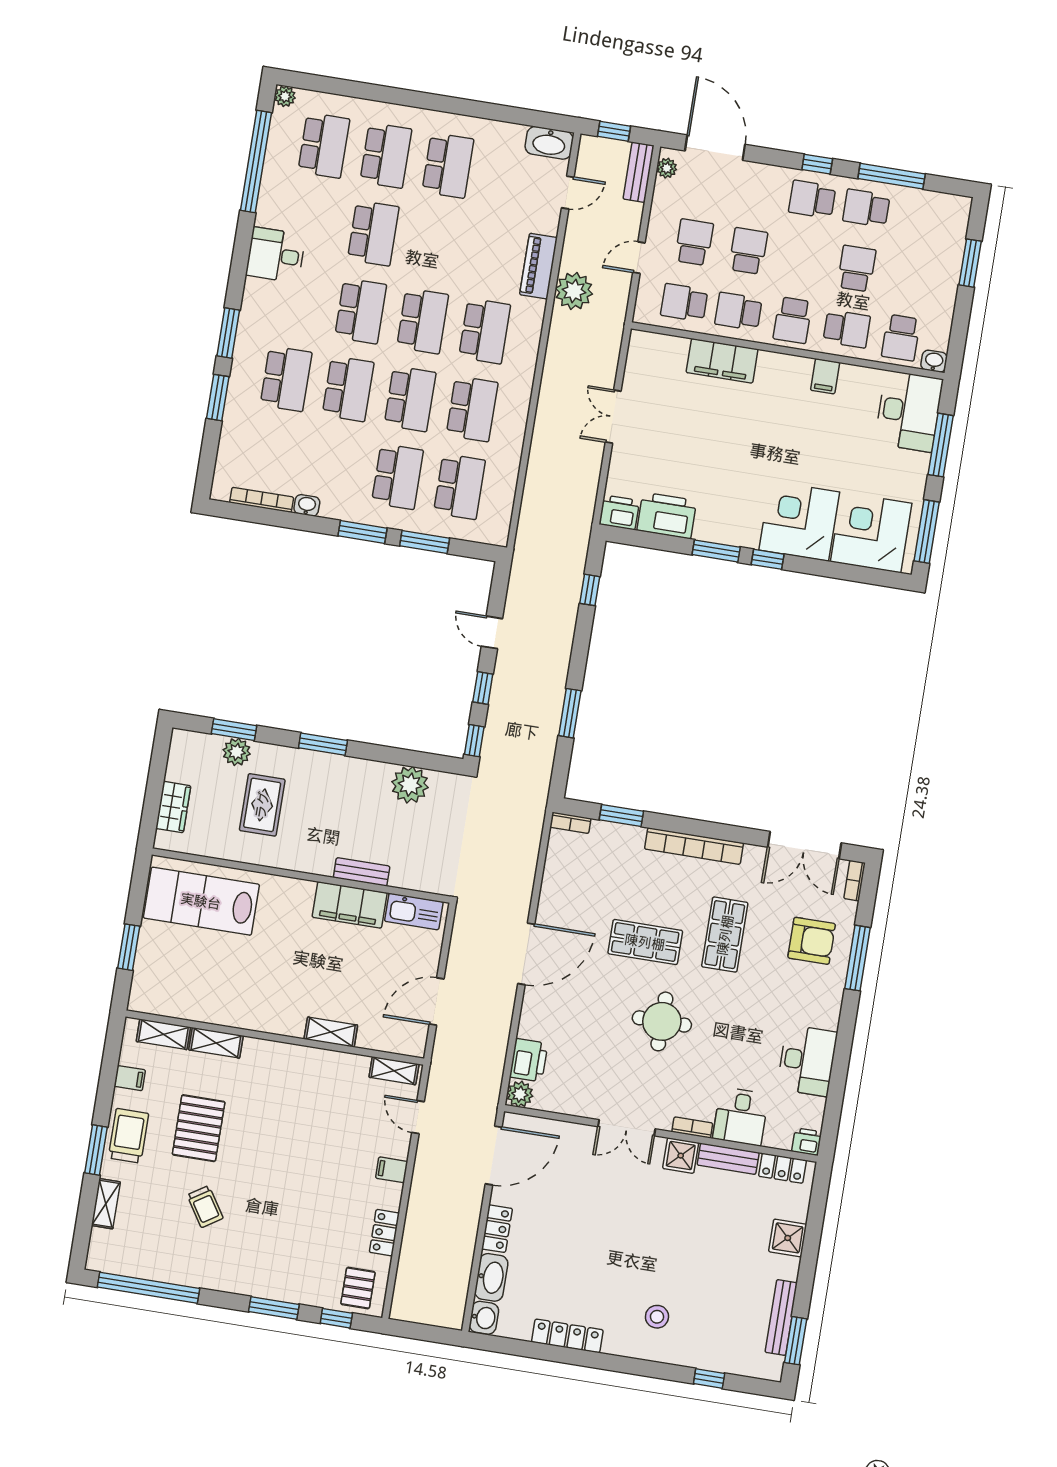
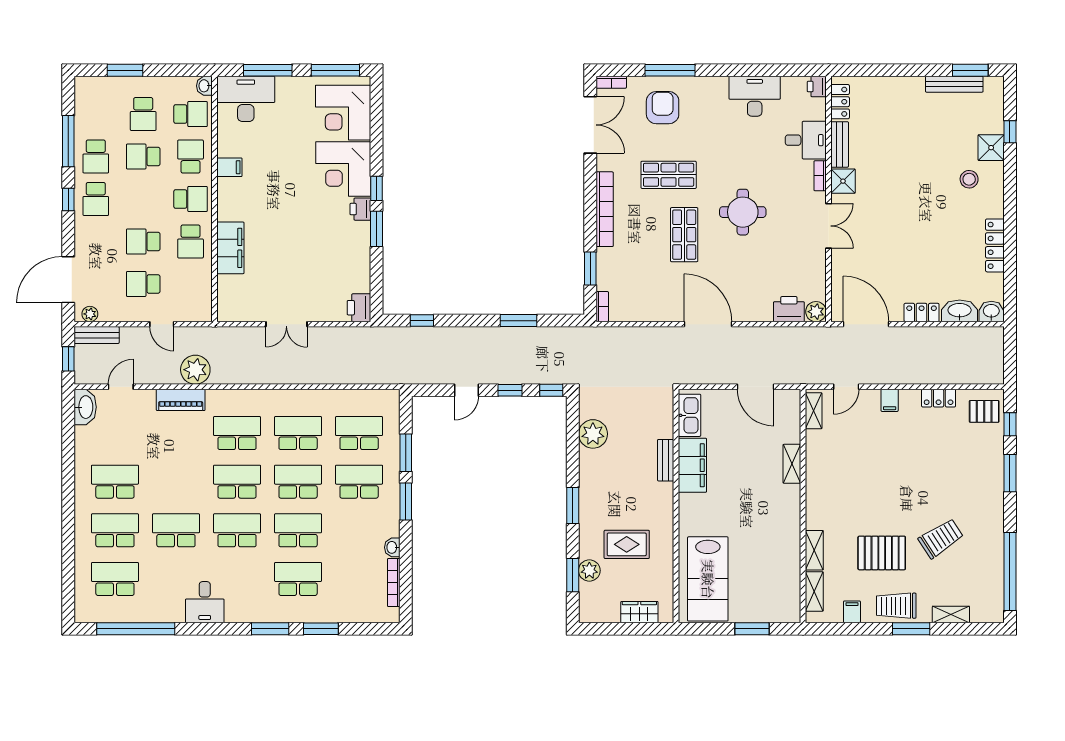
plant: (285, 96) -> (82, 615), removed
door: (568, 193) -> (121, 387), hinge flipped
school desk: (684, 303) -> (143, 114), moved
printer: (667, 515) -> (360, 209), moved, width x0.53, depth x0.68
trolley: (205, 1207) -> (941, 538), width x1.36, depth x1.39
shower: (788, 1238) -> (991, 148), moved

